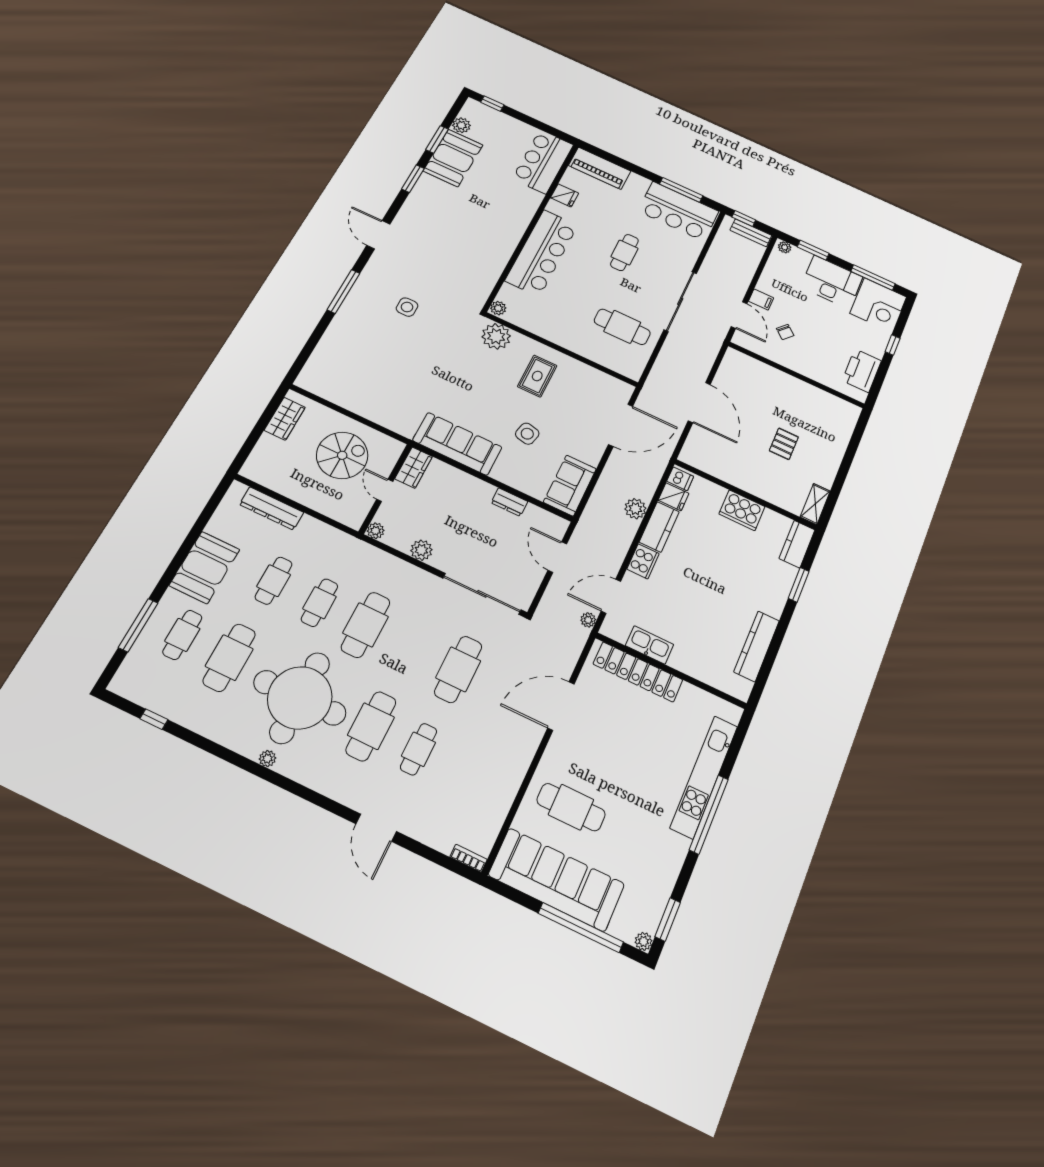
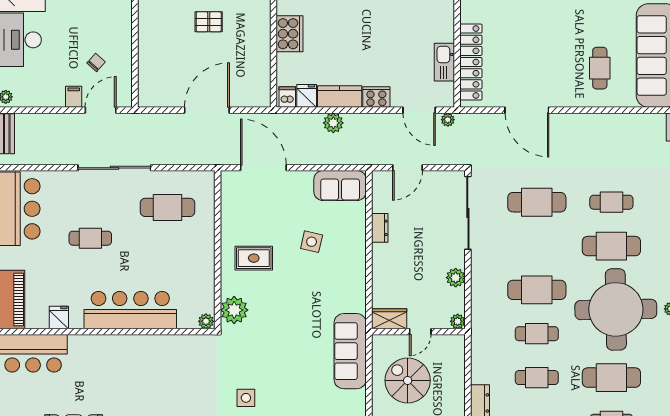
cafe table: (622, 327) -> (168, 207), turned 90
sofa: (457, 444) -> (350, 351), moved
cafe table: (571, 807) -> (600, 68), width x0.73, depth x0.74

